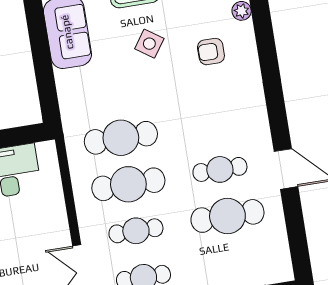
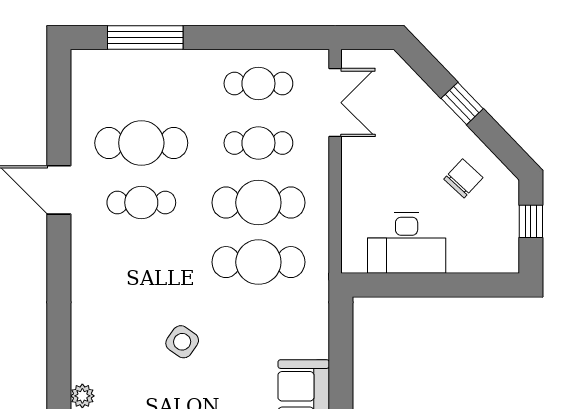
side table: (149, 44) -> (182, 342), moved
armchair: (211, 52) -> (129, 351), removed

